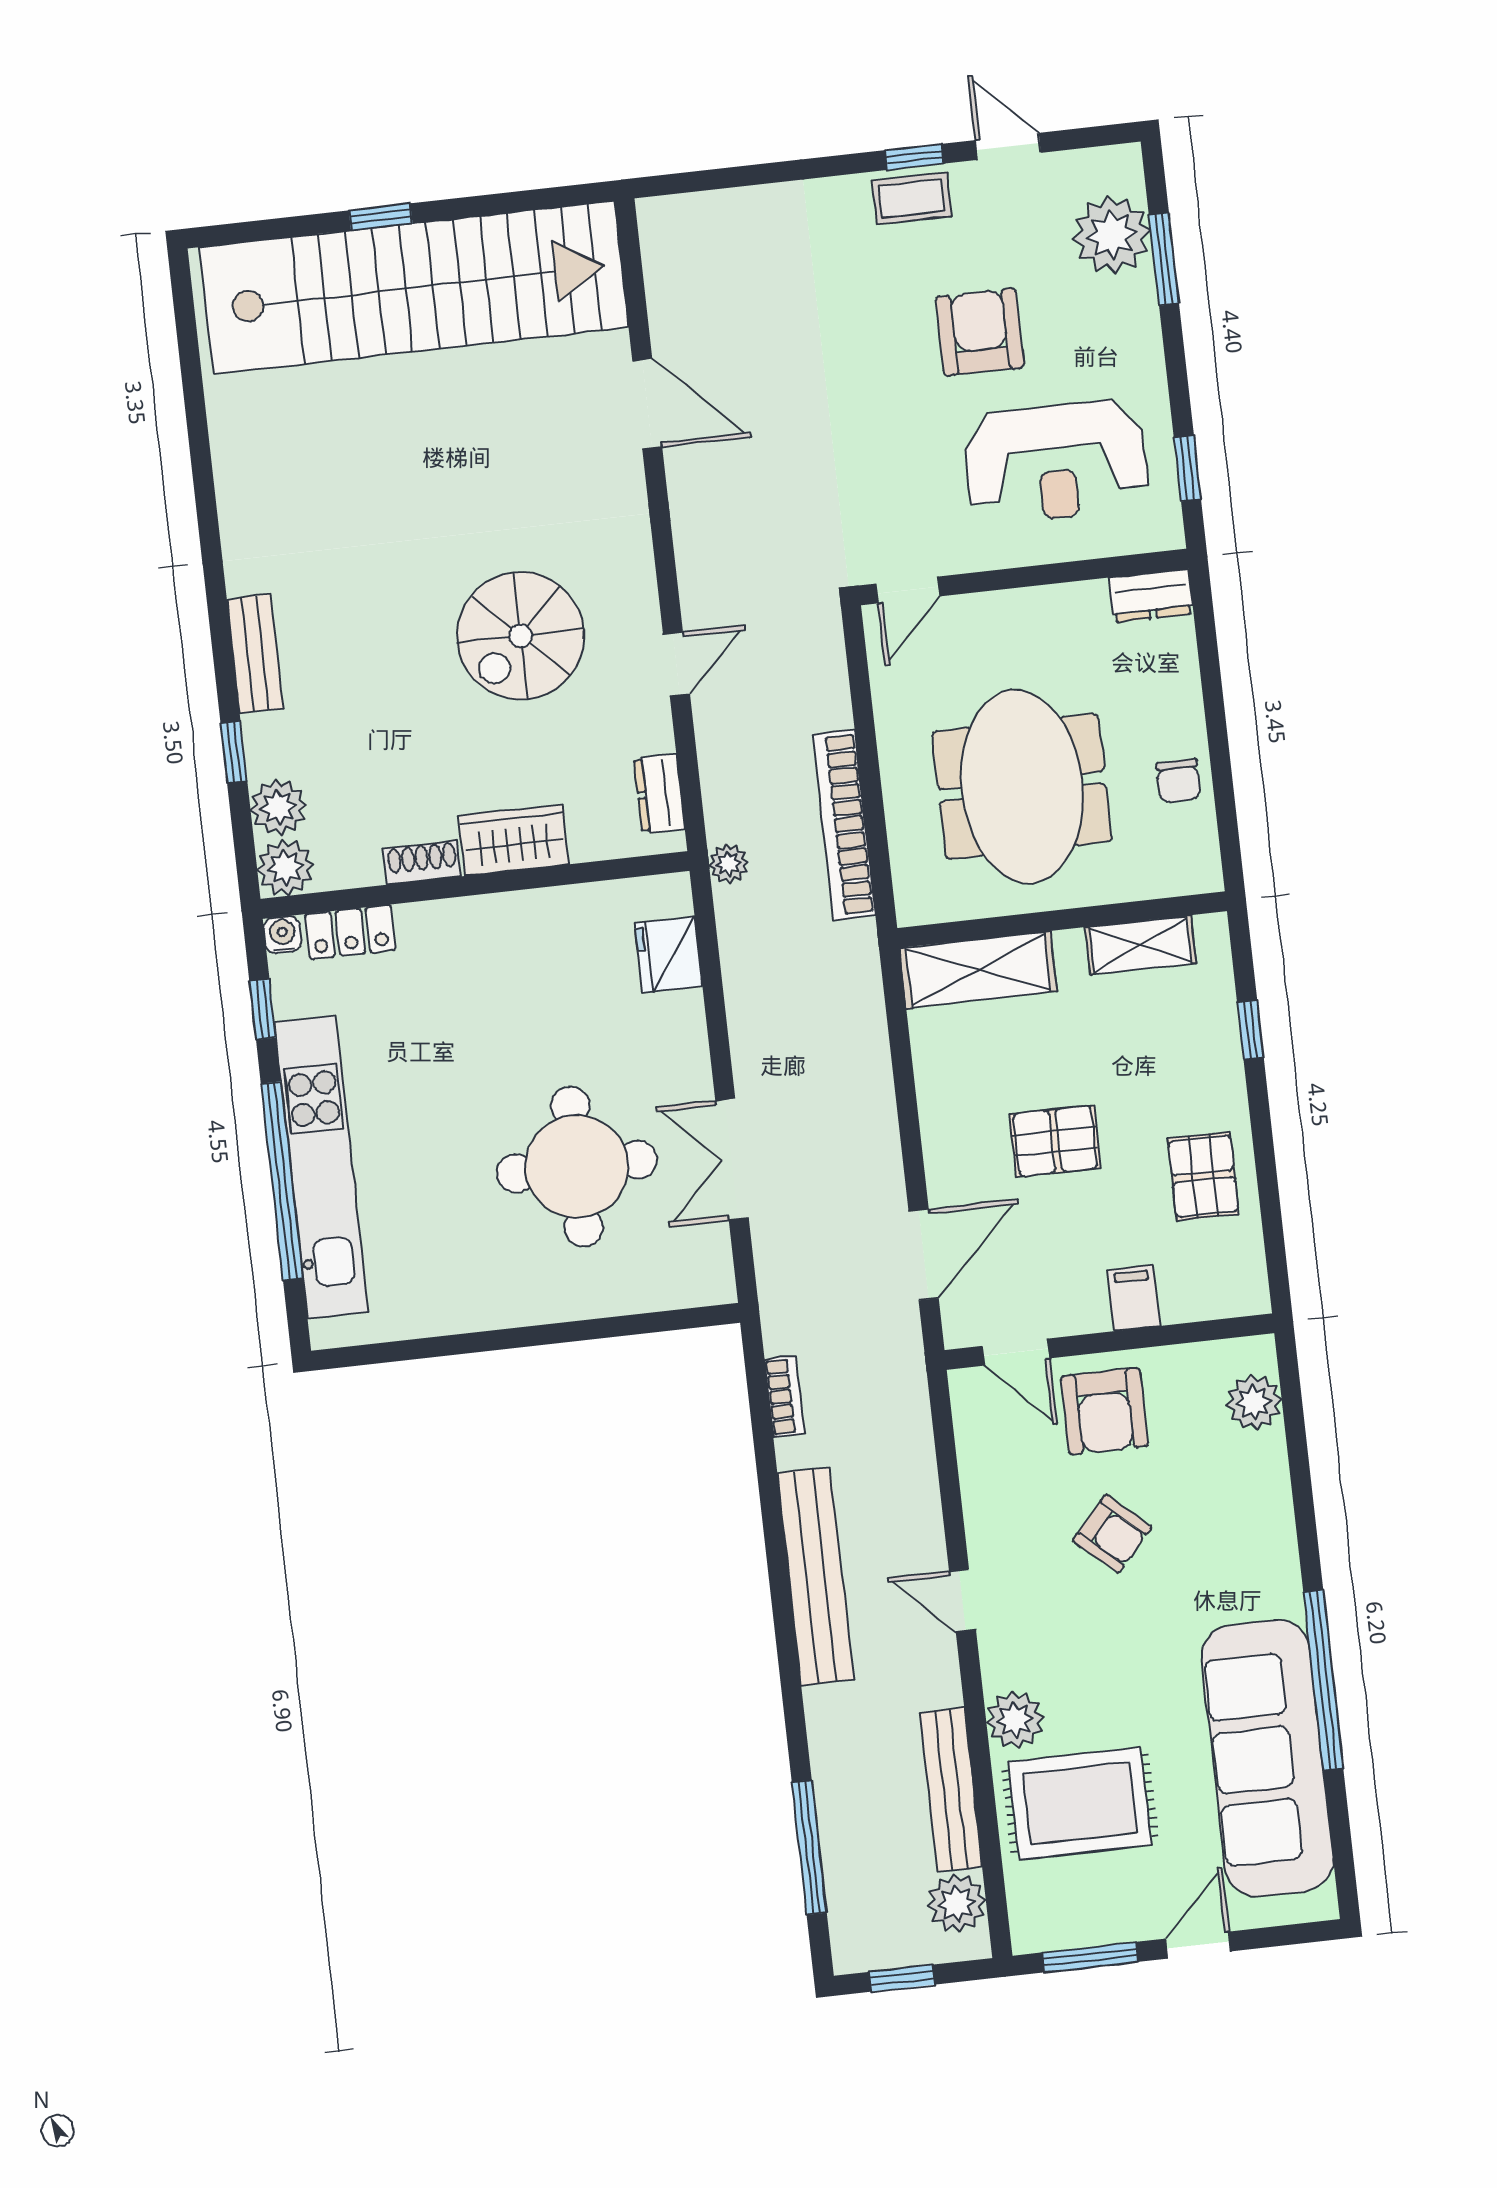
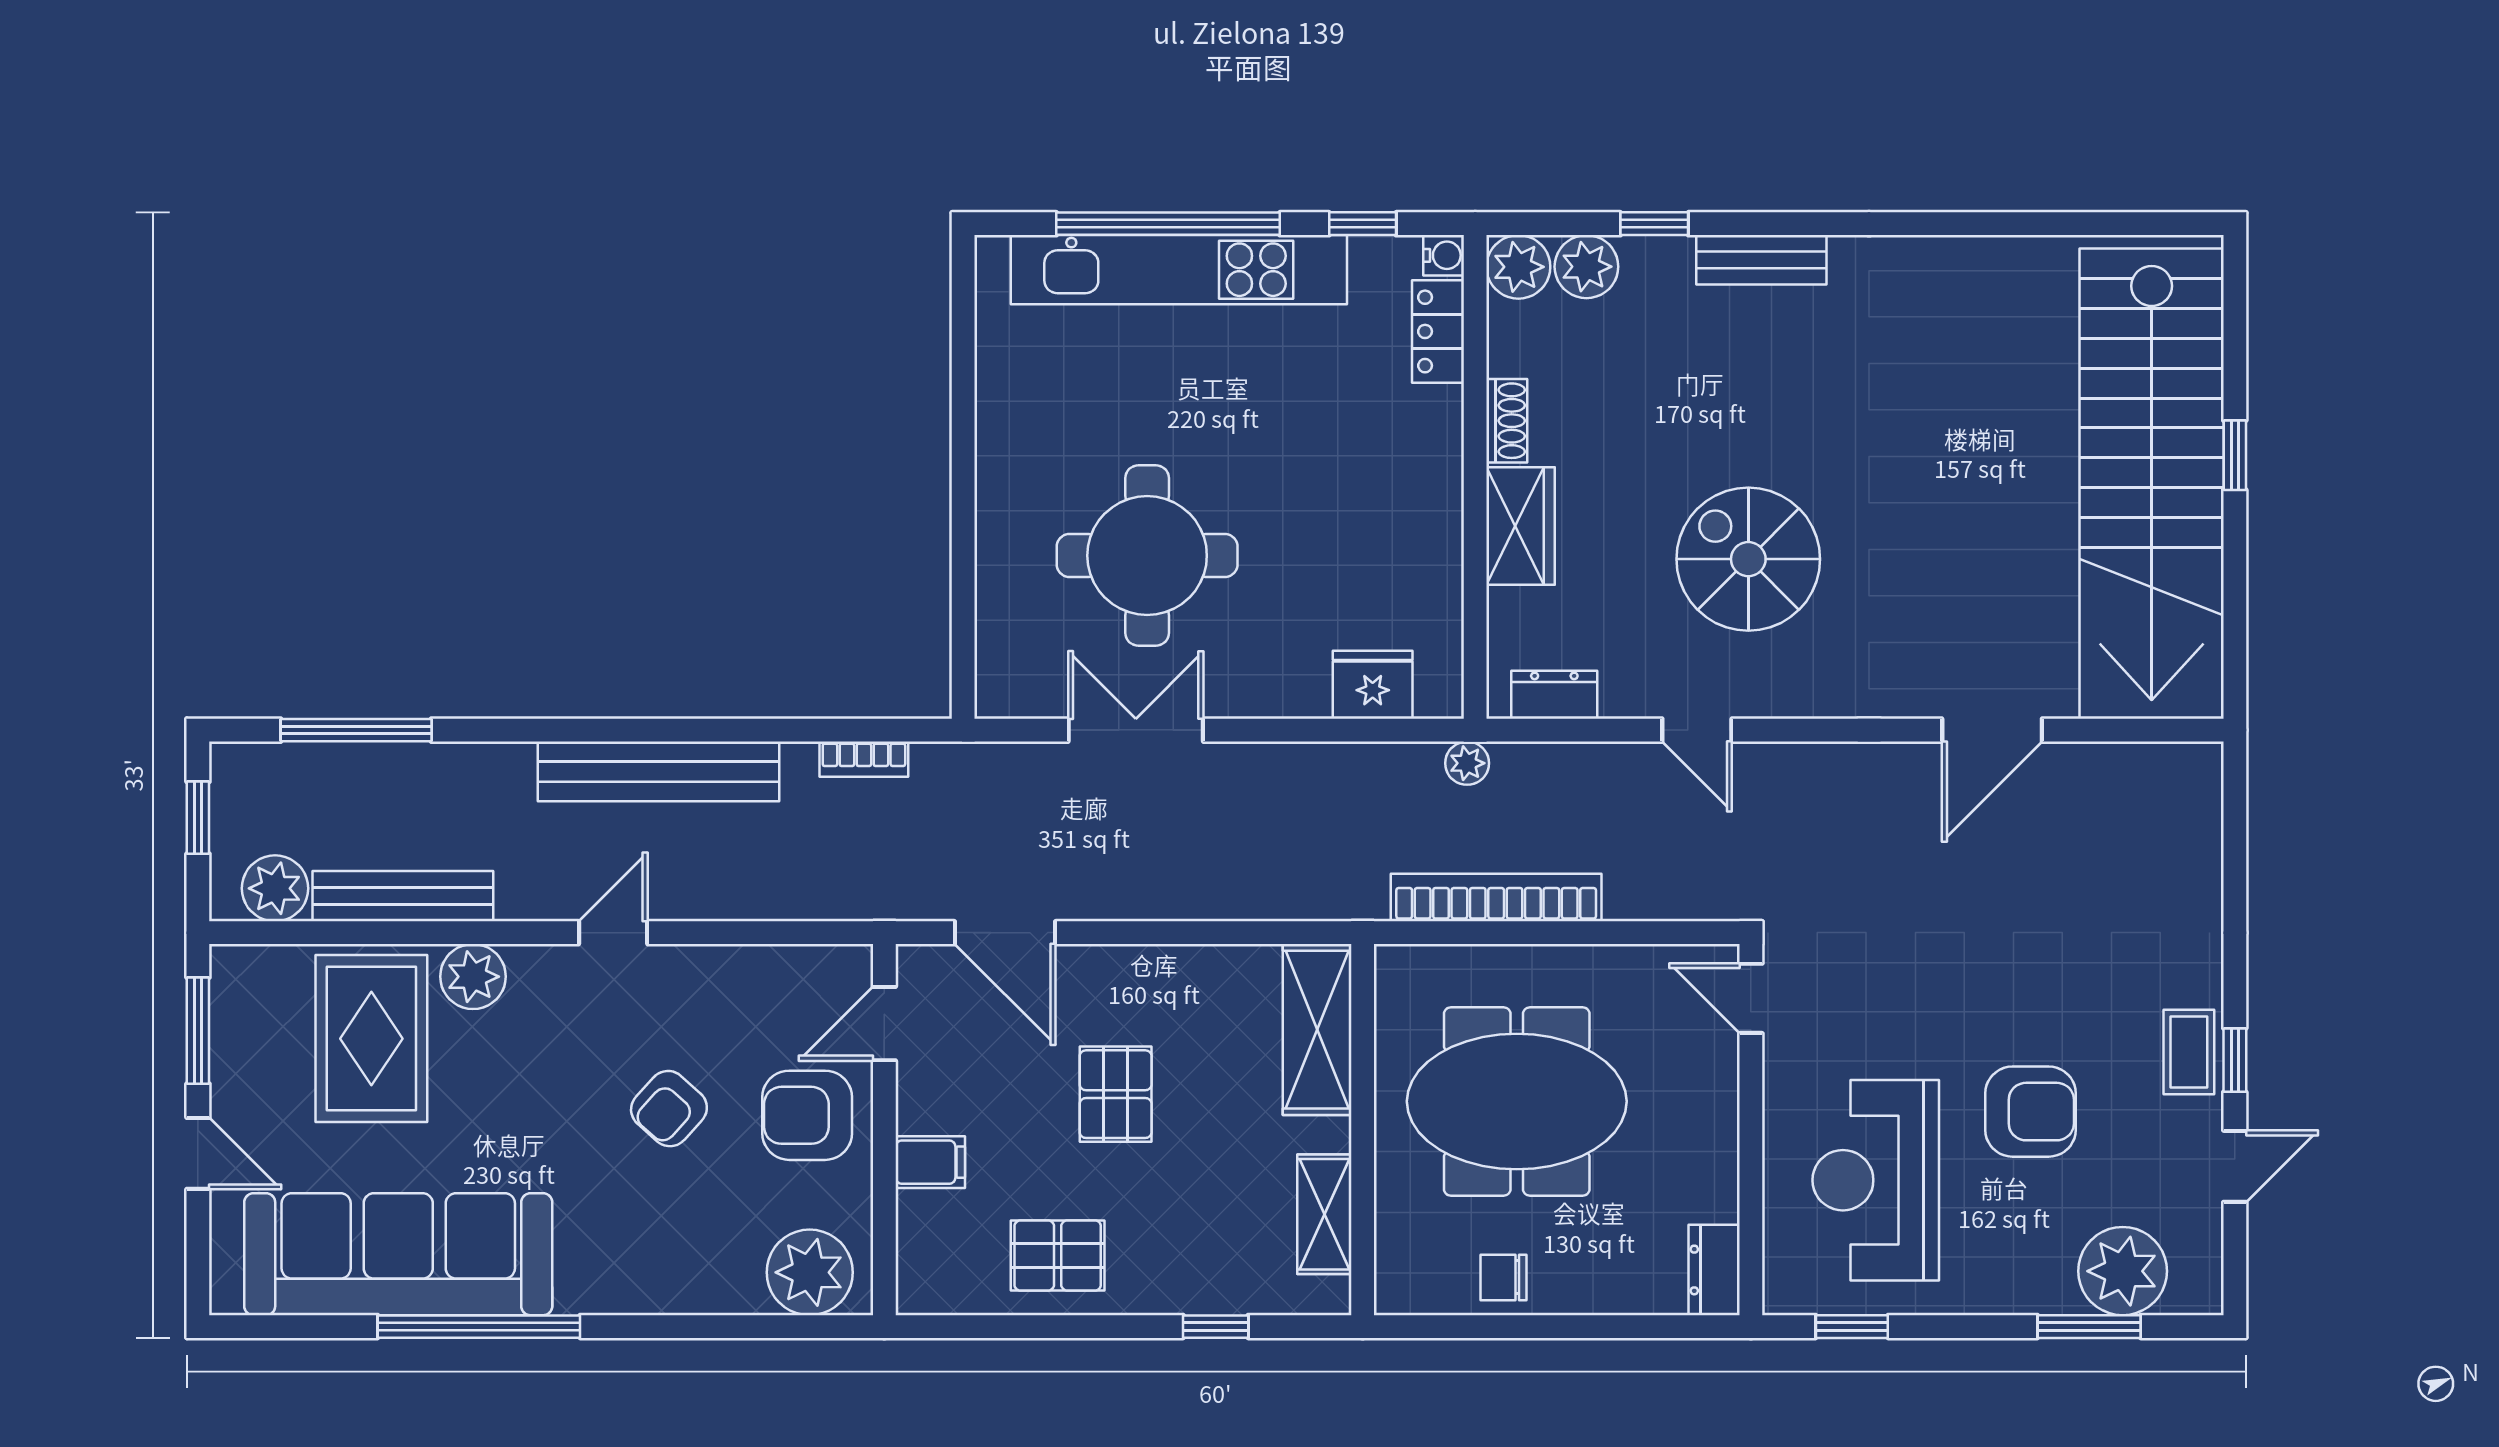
plant: (1254, 1402) -> (810, 1272), width x1.36, depth x1.36

